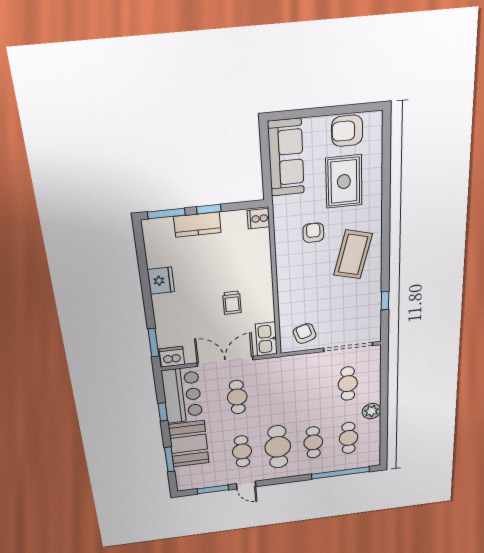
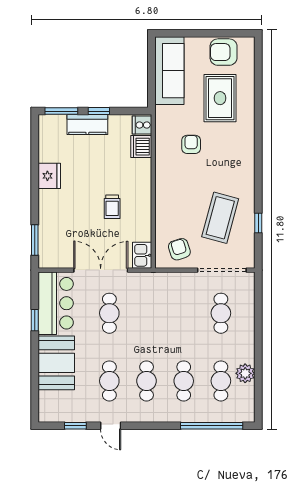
coffee table: (353, 254) -> (220, 218), moved
kitchen sink: (266, 339) -> (142, 255), width x0.73
dishwasher: (172, 357) -> (141, 147), moved, turned -90
plant: (372, 411) -> (245, 373), moved
cafe table: (278, 447) -> (147, 381), width x0.73, depth x0.74
window: (169, 459) -> (35, 379), removed
window: (213, 489) -> (75, 426), width x0.67

